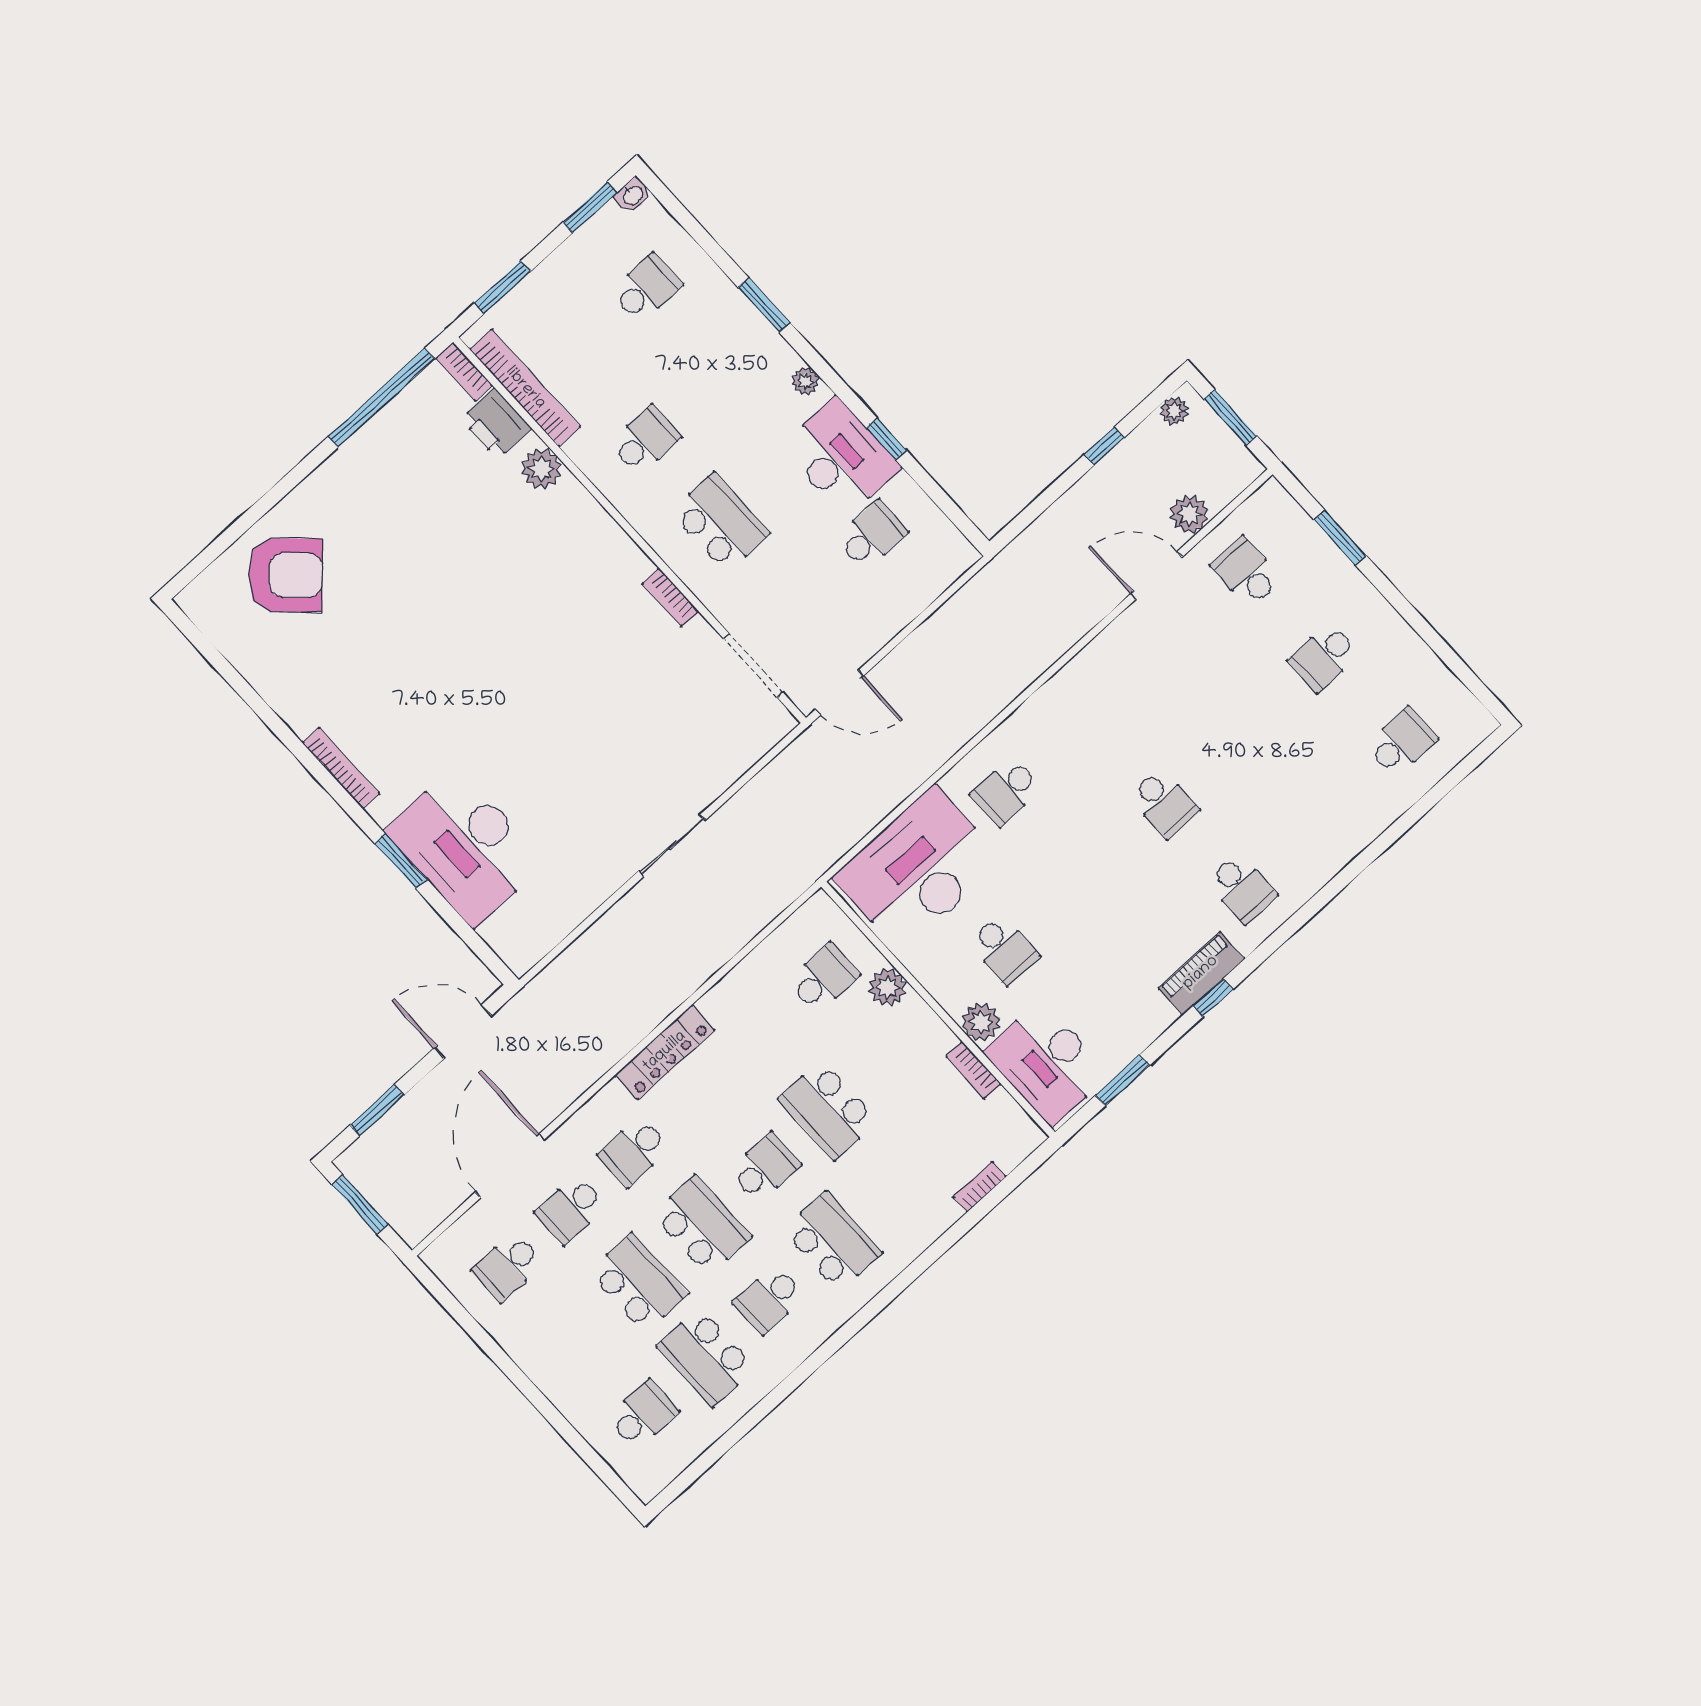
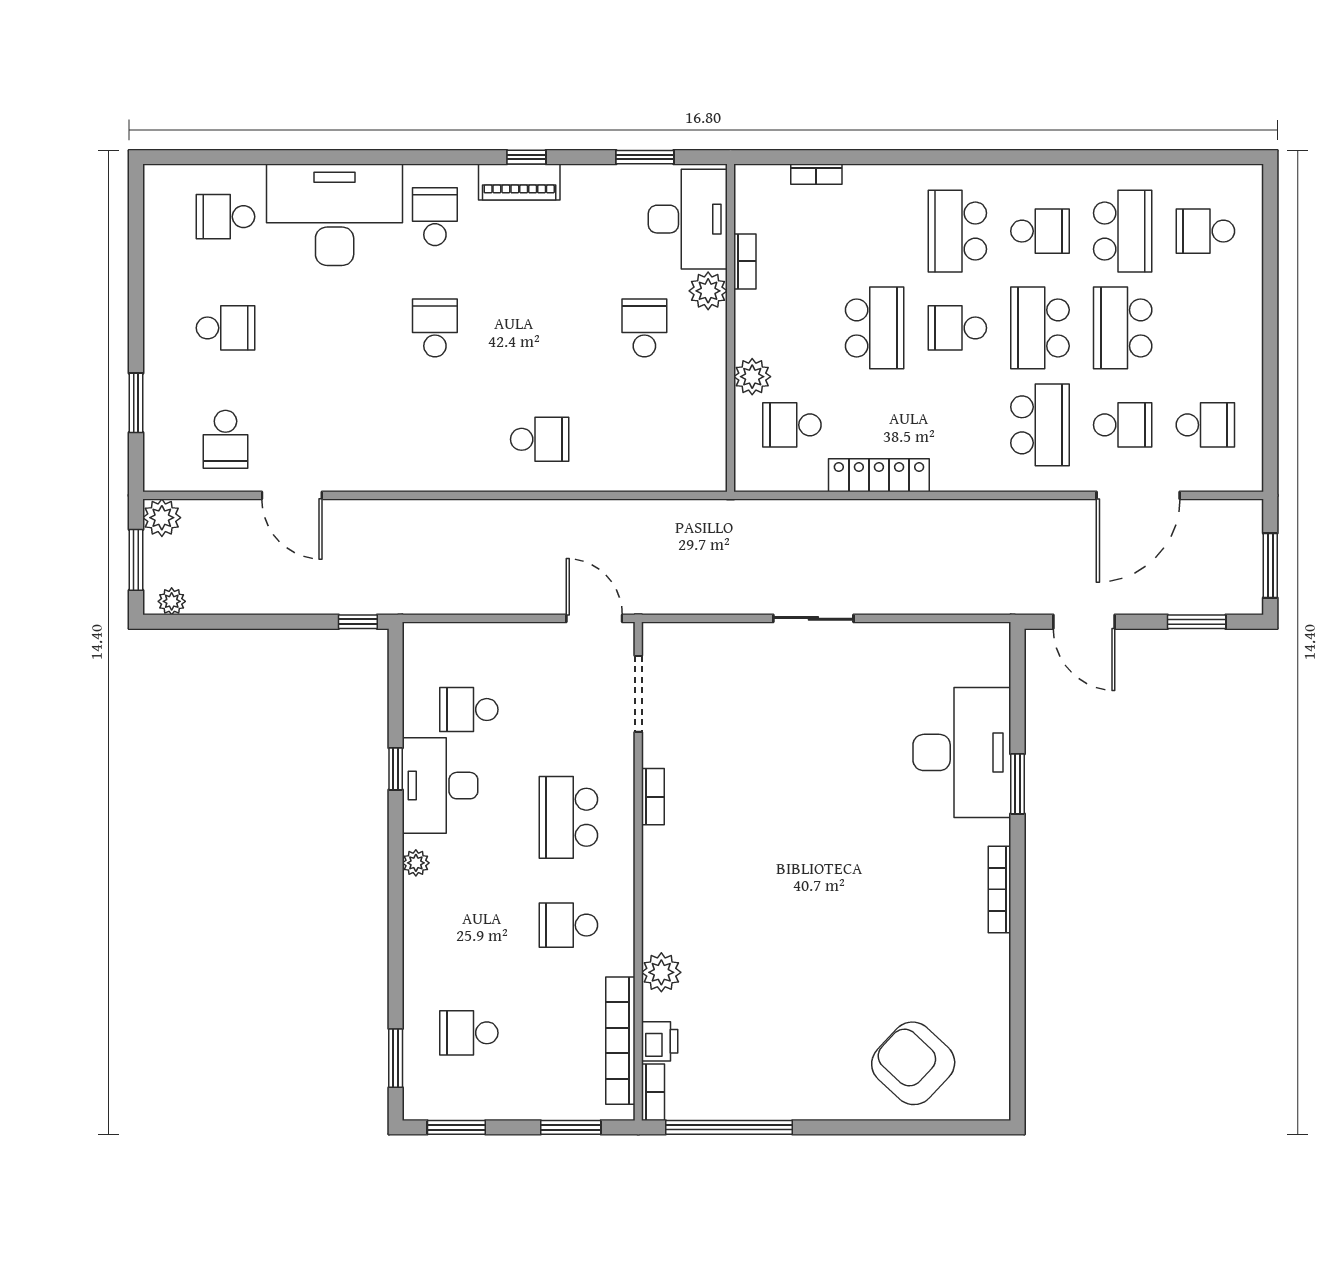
washbasin: (633, 195) -> (418, 1108), removed
window: (764, 305) -> (396, 1058), moved
printer: (496, 423) -> (660, 1041), width x0.73, depth x0.81
window: (1104, 446) -> (358, 622), moved
plant: (1189, 514) -> (162, 518), moved
desk: (918, 869) -> (335, 215), moved, turned 180
locker: (665, 1052) -> (879, 475), moved
school desk: (634, 1151) -> (1040, 425), width x1.85

